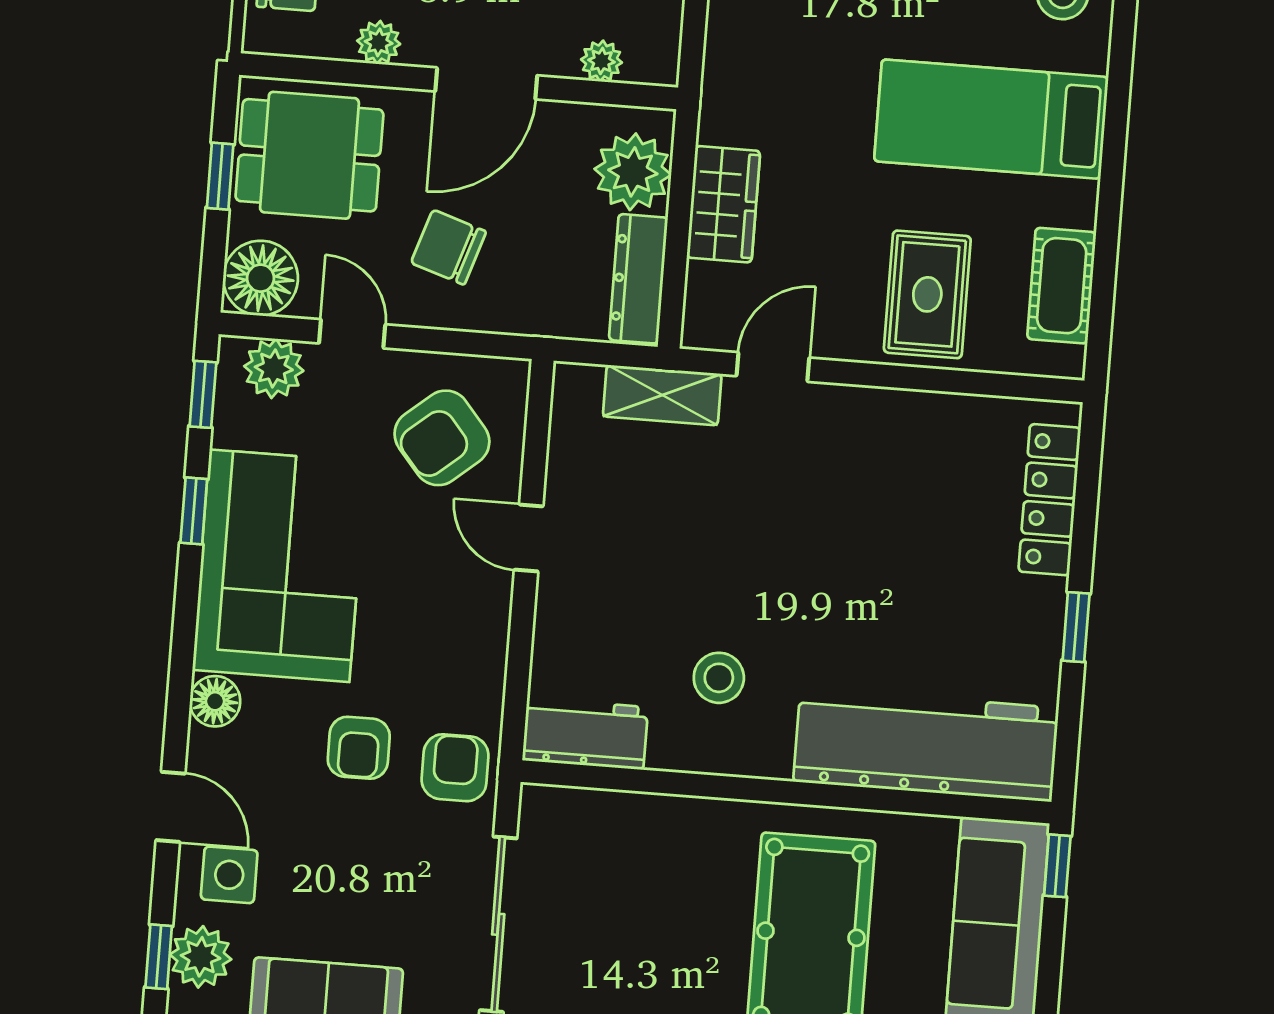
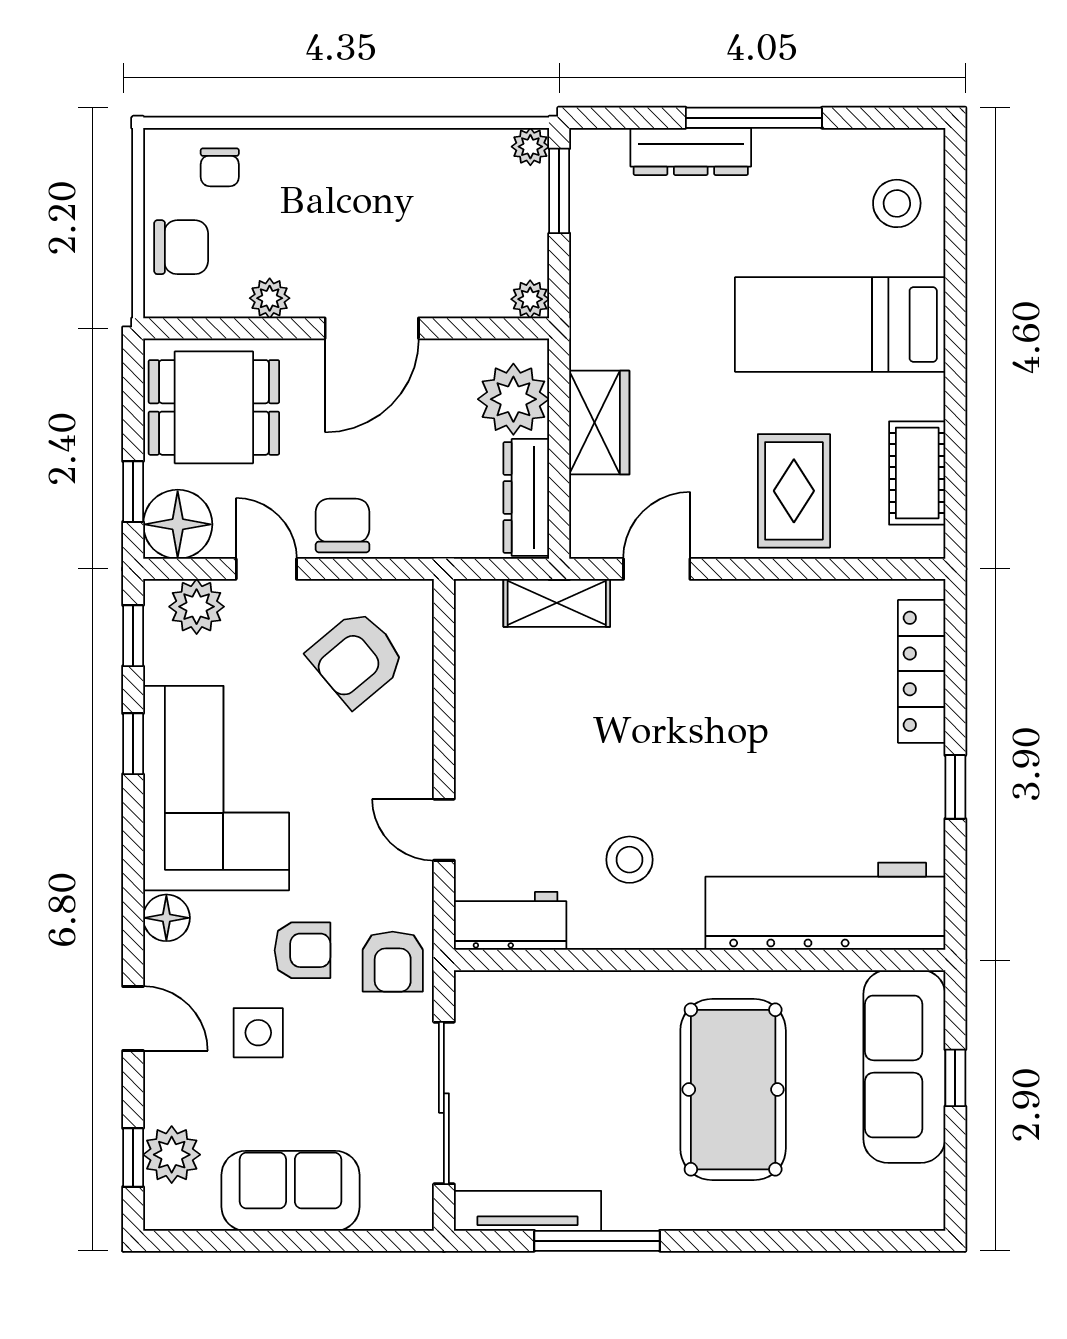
plant: (602, 61) -> (530, 299), moved
window: (220, 176) -> (133, 492), moved
chair: (449, 247) -> (343, 525), moved, turned 72
door: (529, 538) -> (444, 830), moved
armchair: (359, 748) -> (302, 950), turned -90
armchair: (455, 768) -> (393, 962), turned 180
window: (1057, 866) -> (955, 1078), moved
side table: (229, 875) -> (258, 1033), moved

